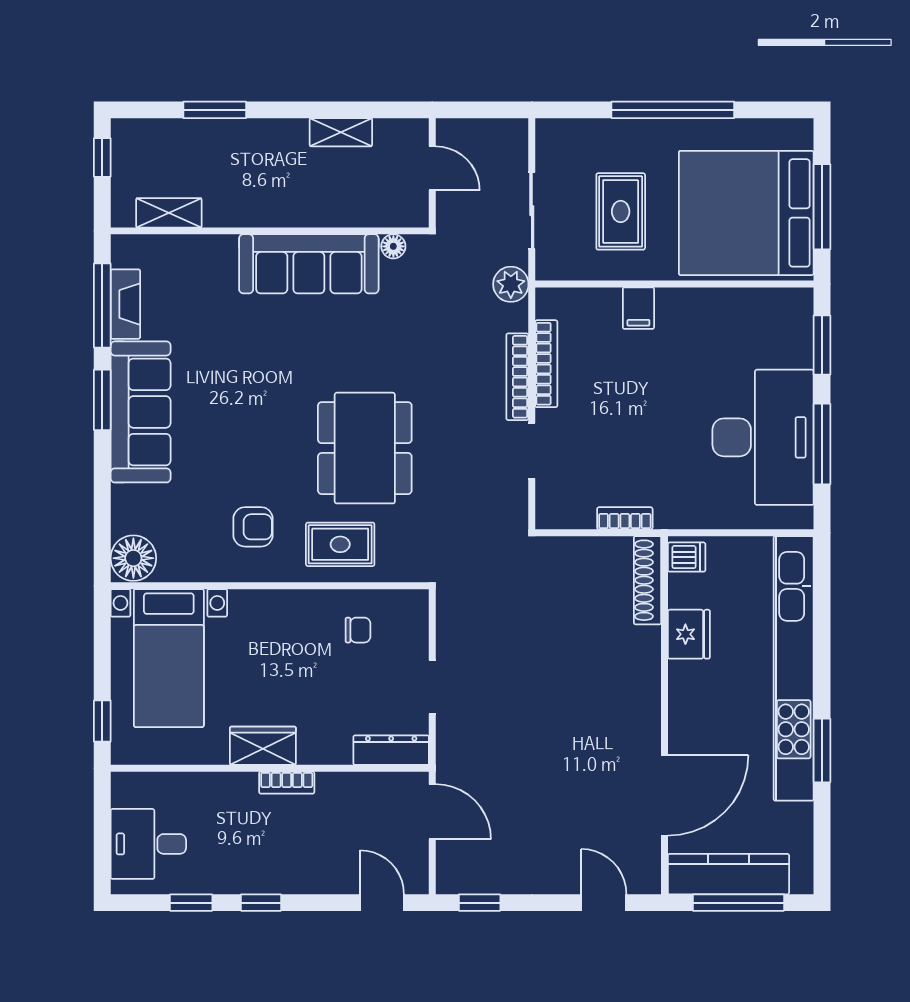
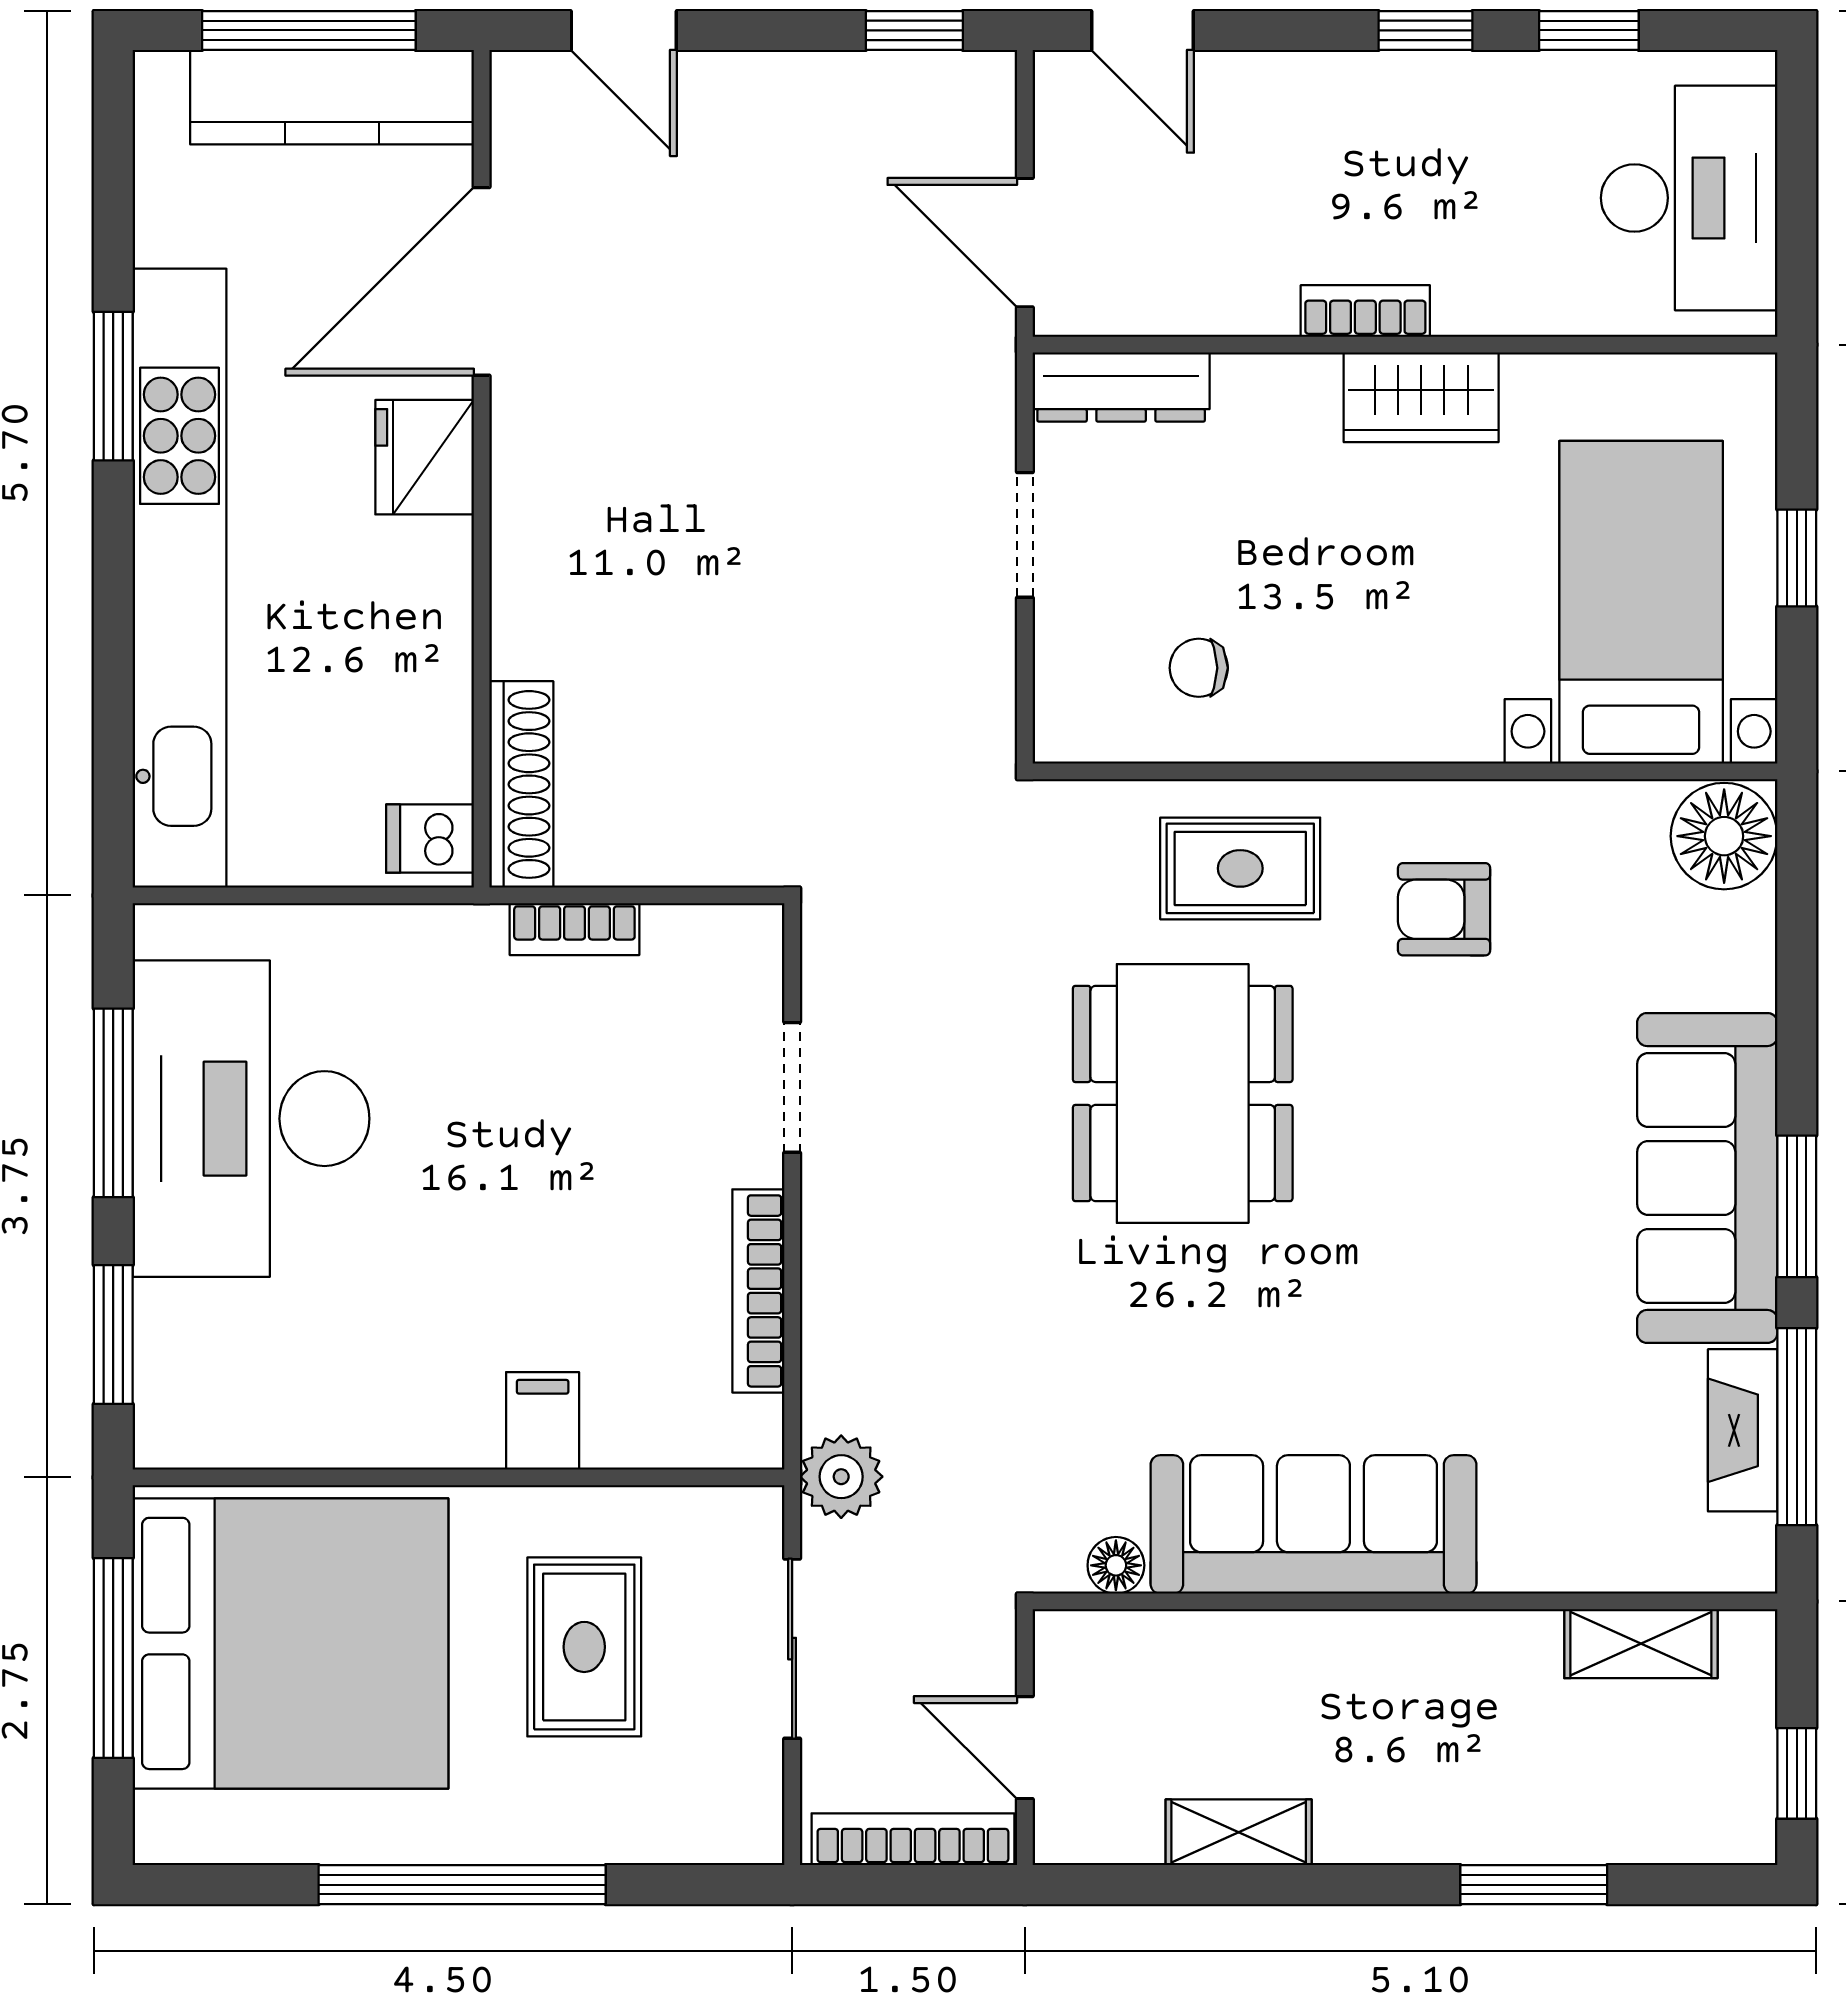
bookcase: (517, 377) -> (913, 1839), moved, turned -90
fridge: (689, 634) -> (425, 457), moved
window: (102, 721) -> (1797, 558), moved
desk: (148, 844) -> (1689, 198), width x1.37

